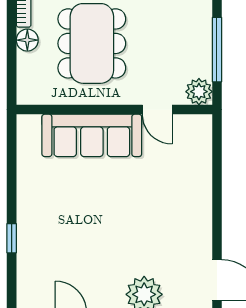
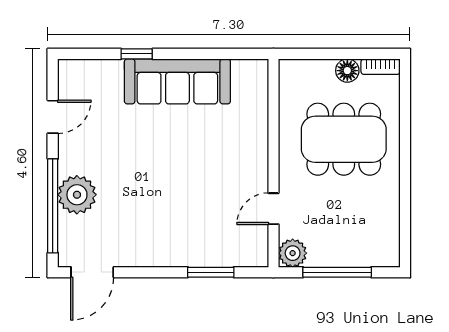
sofa: (92, 135) -> (177, 81), moved, turned -90
window: (217, 169) -> (211, 272), added

